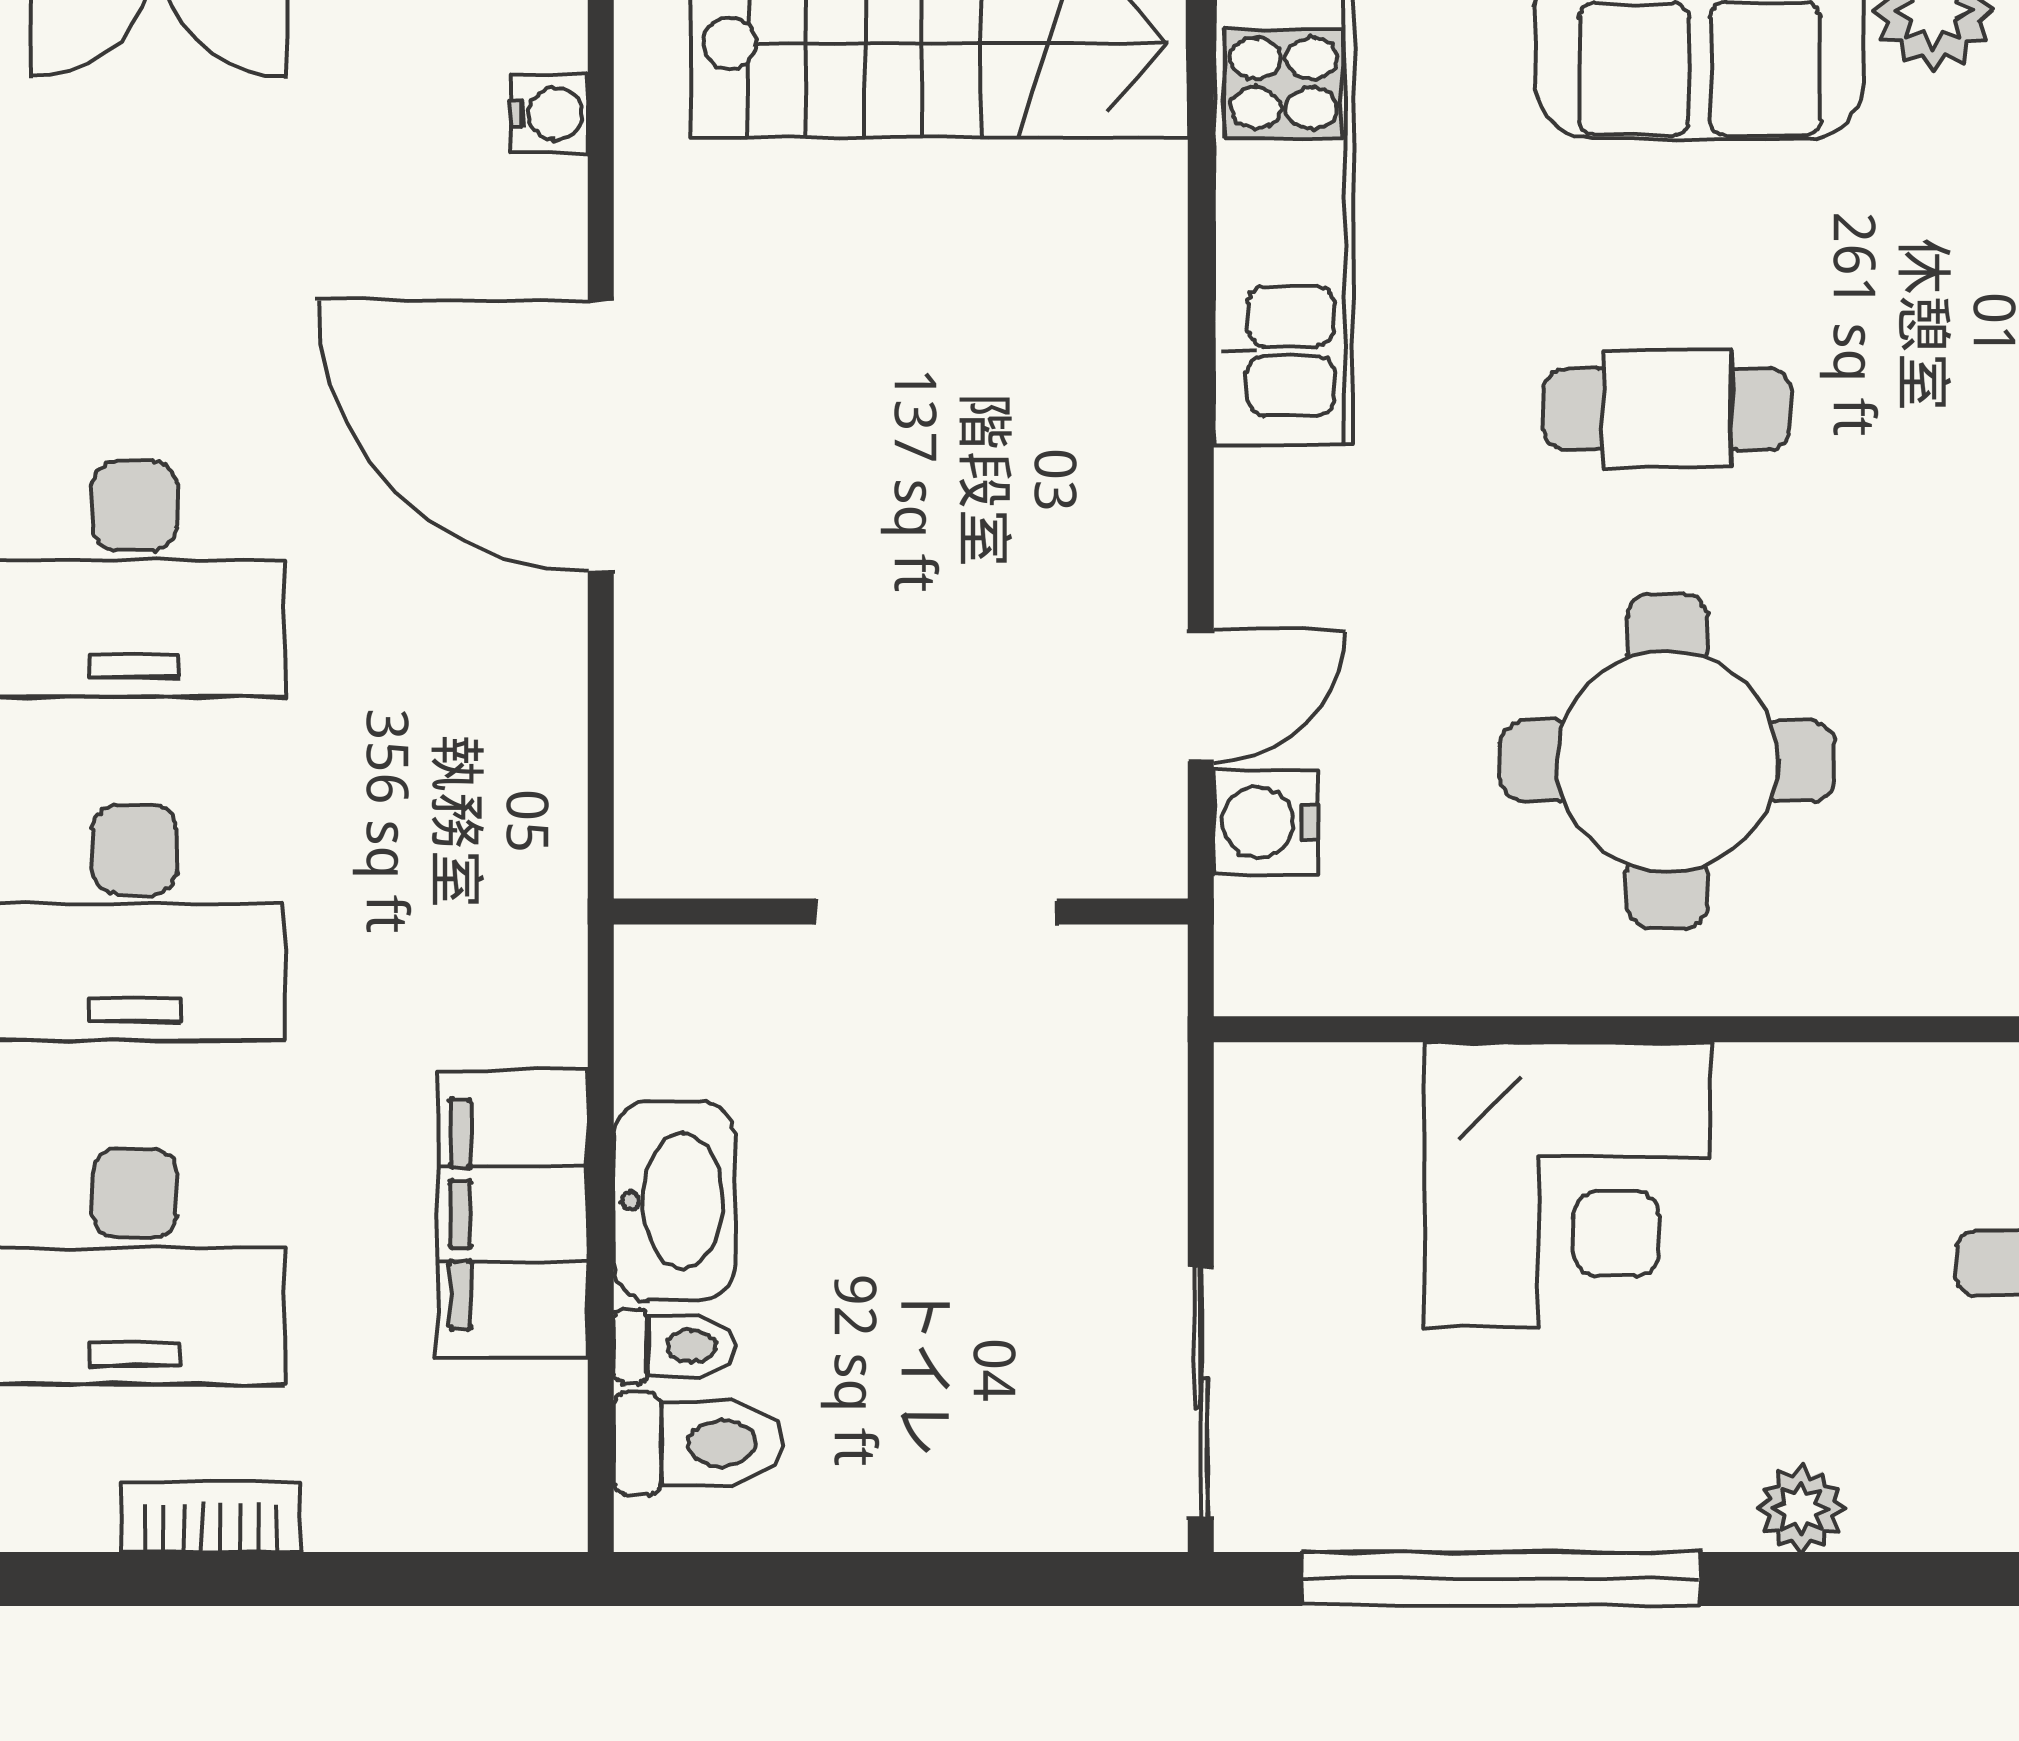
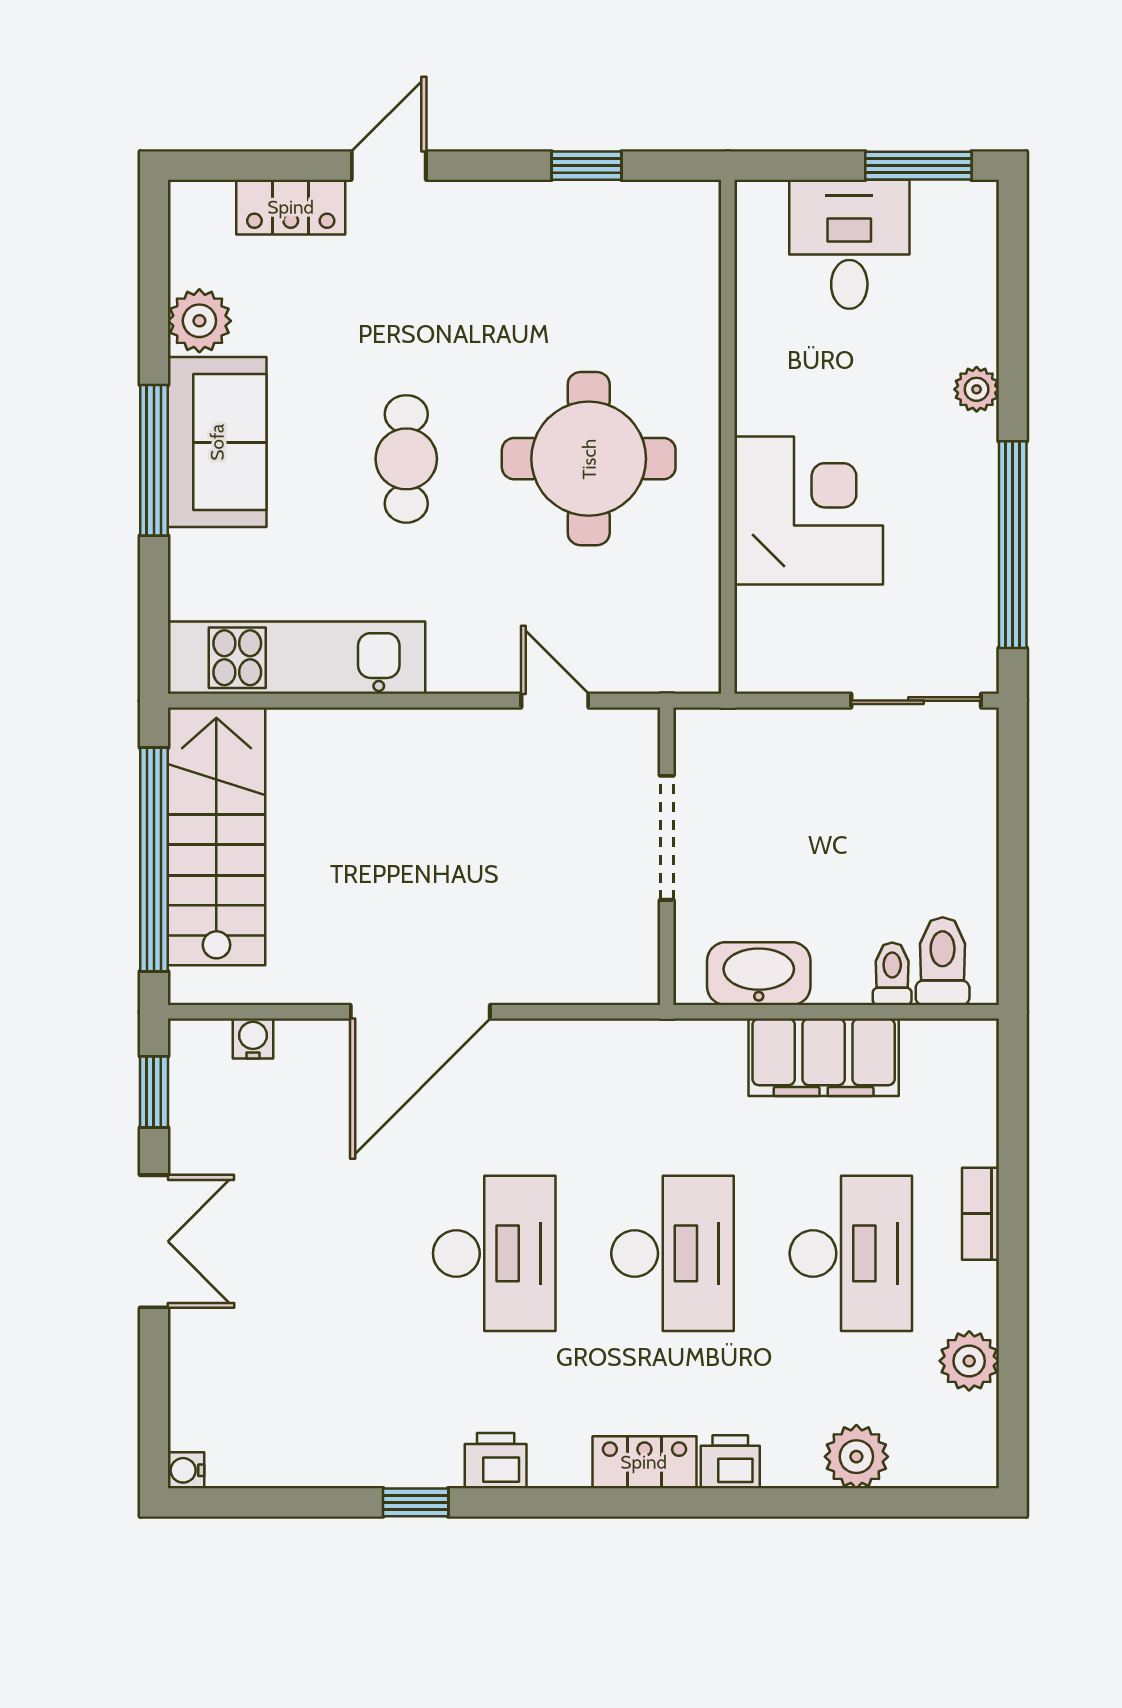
water cooler: (1266, 822) -> (621, 667), removed
washbasin: (674, 1201) -> (759, 974), moved

